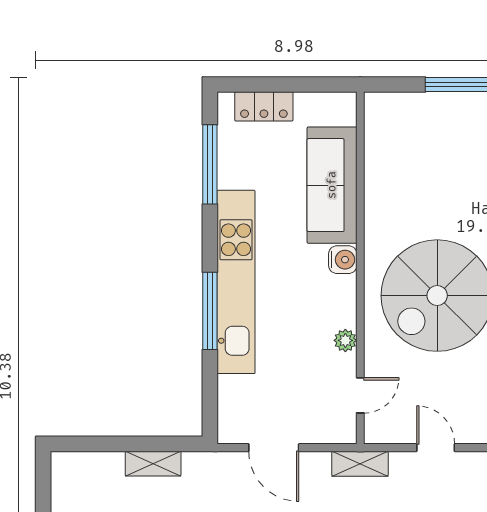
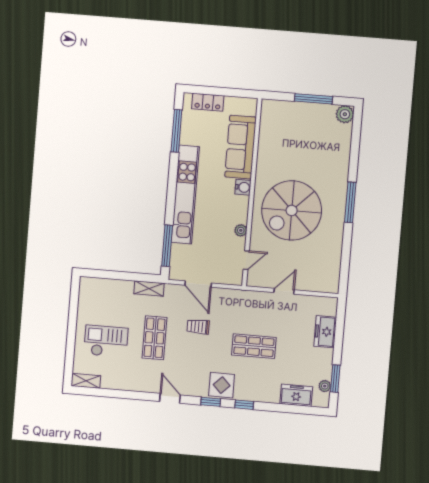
window: (210, 311) -> (167, 246), moved
door: (436, 448) -> (284, 291), hinge flipped
shelving: (153, 464) -> (149, 288), moved
shelving: (360, 464) -> (243, 296), removed

